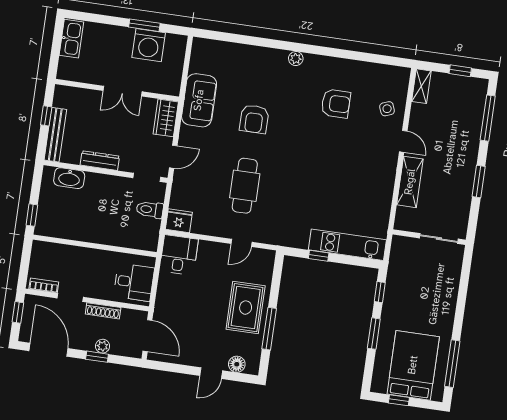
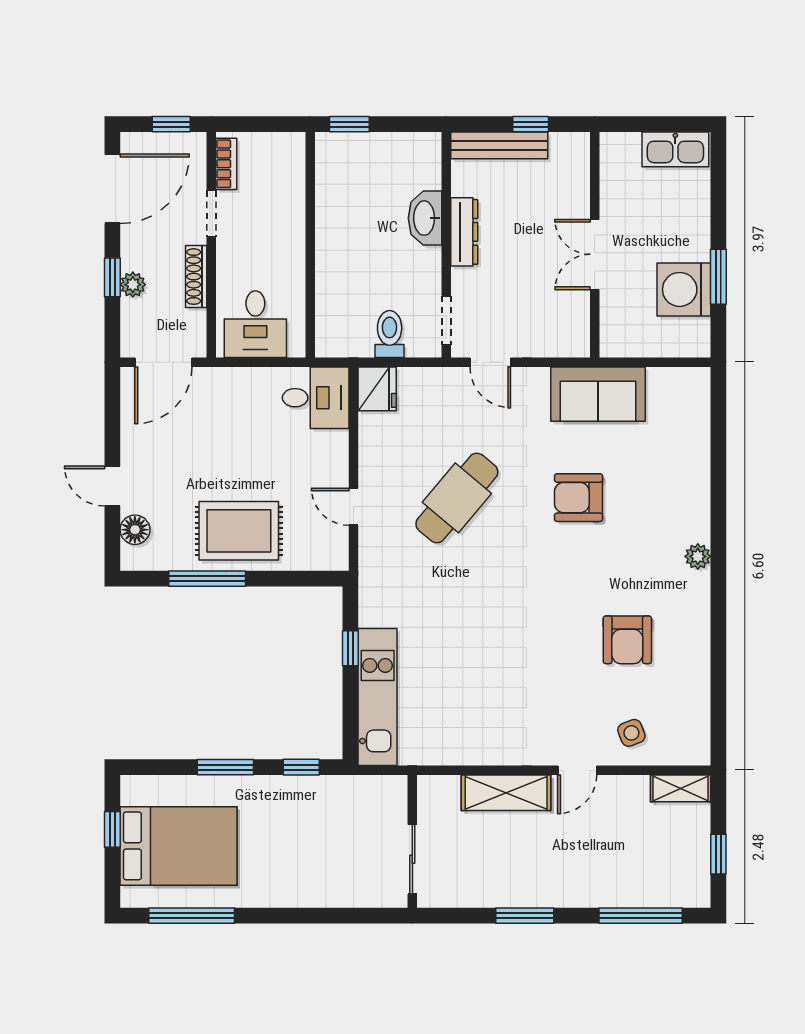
wardrobe: (166, 118) -> (558, 339), removed
washbasin: (69, 178) -> (425, 218), moved
cafe table: (245, 186) -> (457, 498), turned -50

